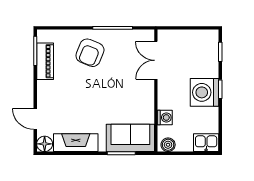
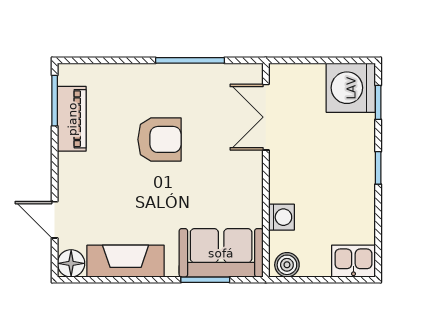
armchair: (90, 53) -> (159, 139), moved, turned -112
washing machine: (205, 92) -> (351, 88), moved

